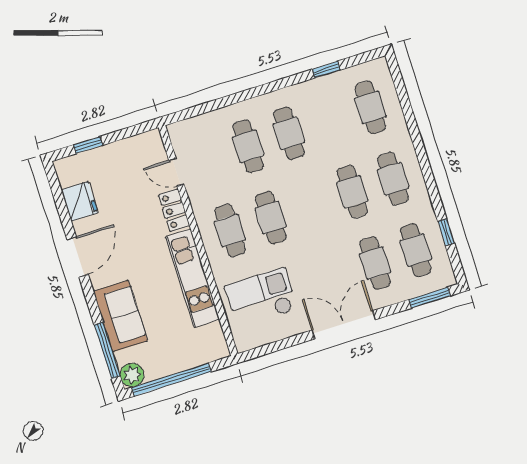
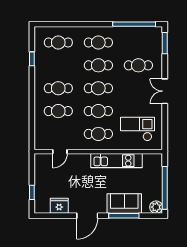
locker: (174, 210) -> (79, 159), removed
window: (446, 232) -> (134, 24), width x3.17
cafe table: (416, 250) -> (98, 88), moved
door: (78, 257) -> (87, 216), swing flipped
checkout: (261, 298) -> (138, 129), turned 90
double door: (344, 325) -> (165, 91), width x0.73
window: (107, 350) -> (124, 216), moved

